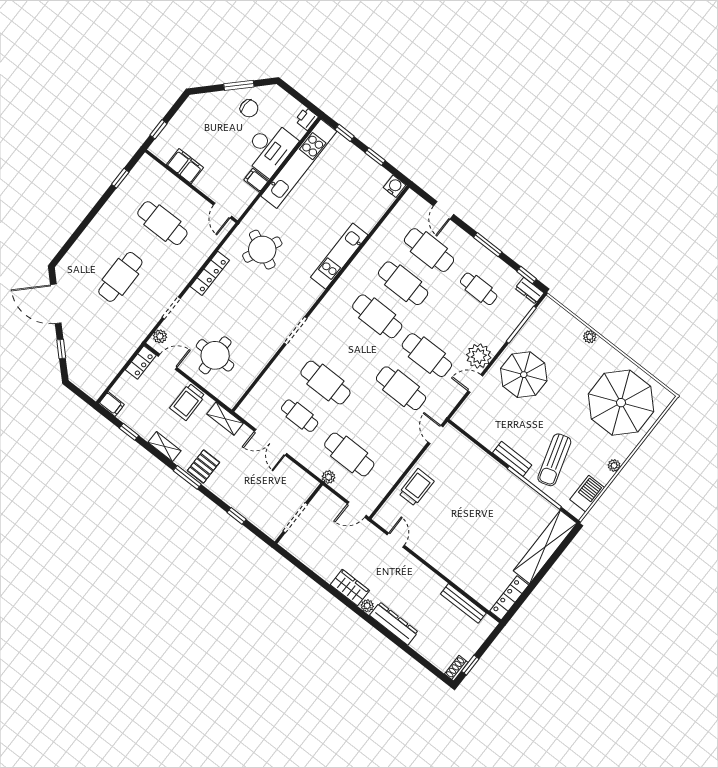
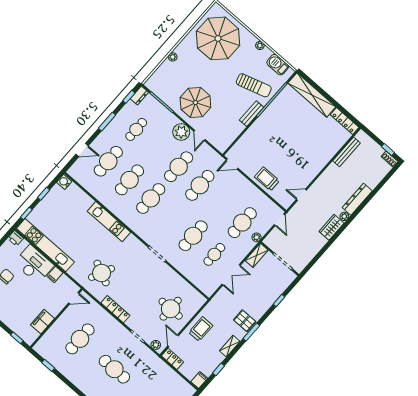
trolley: (187, 402) -> (201, 329), turned -90
shelving: (225, 419) -> (257, 255), moved

